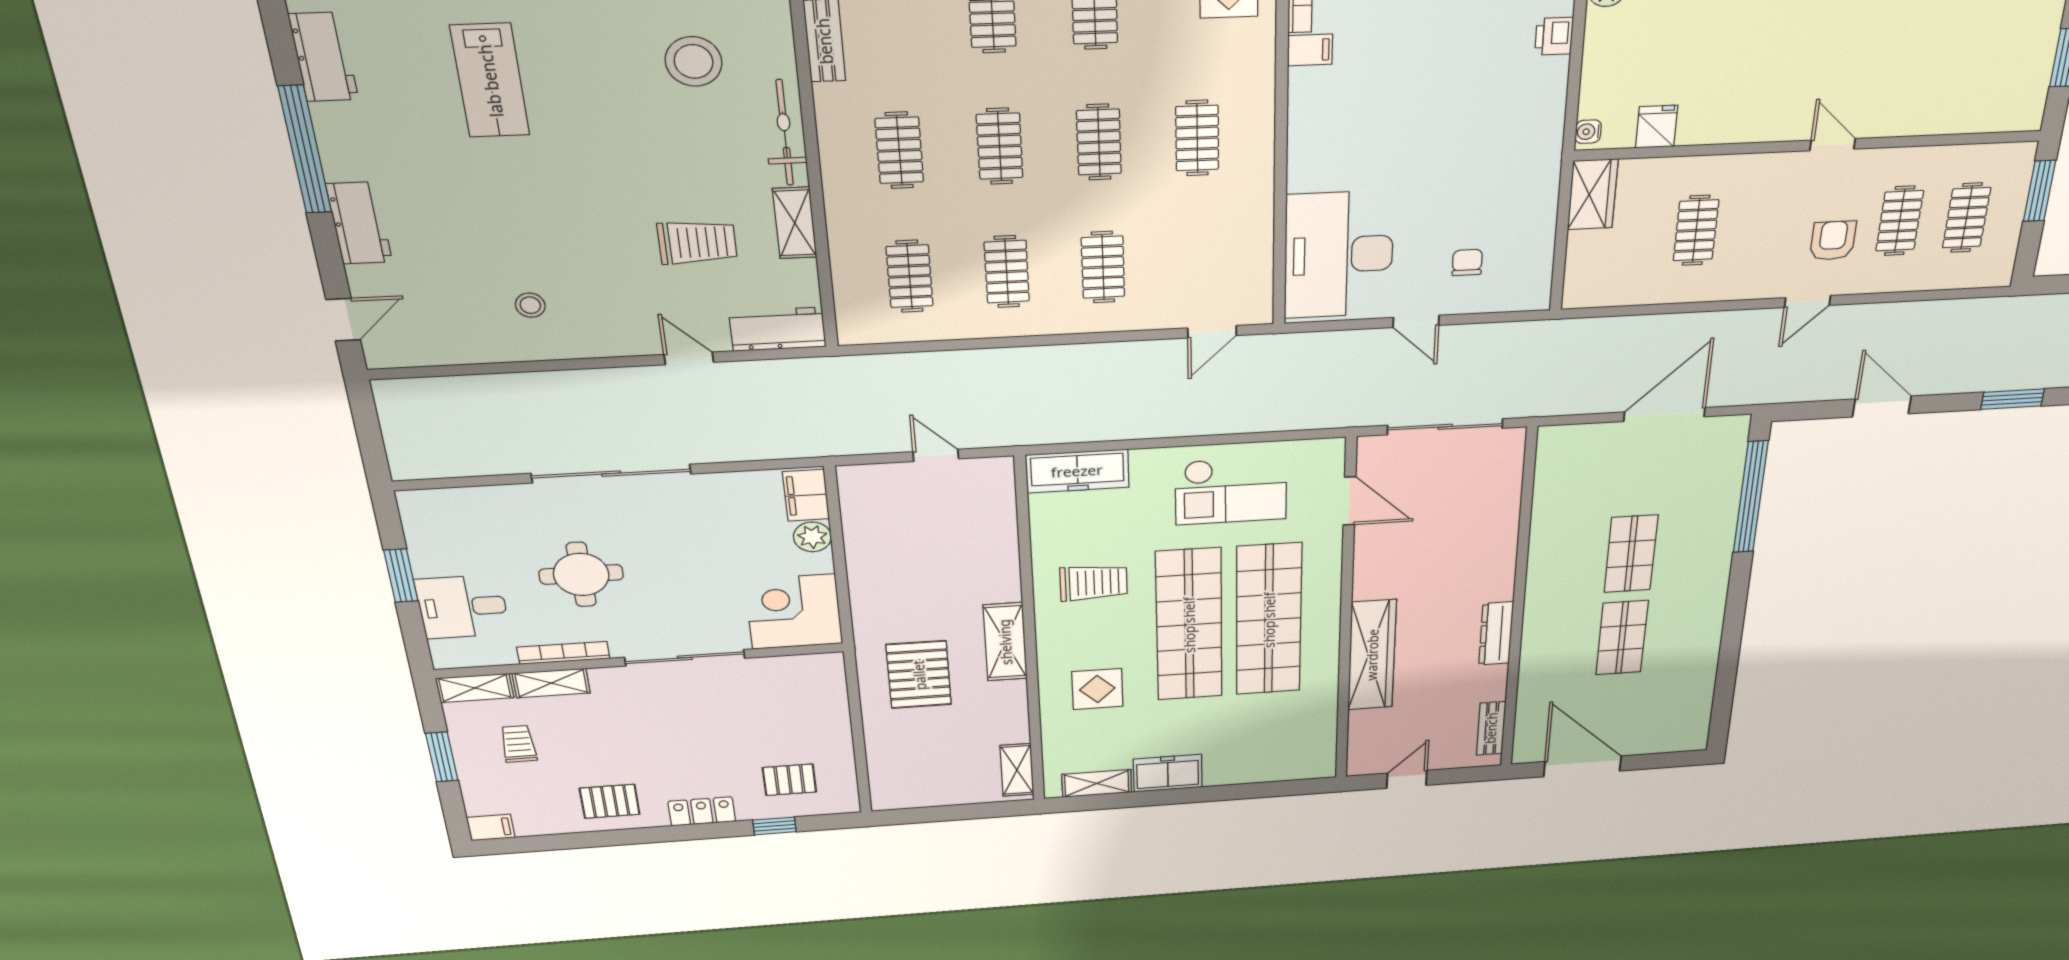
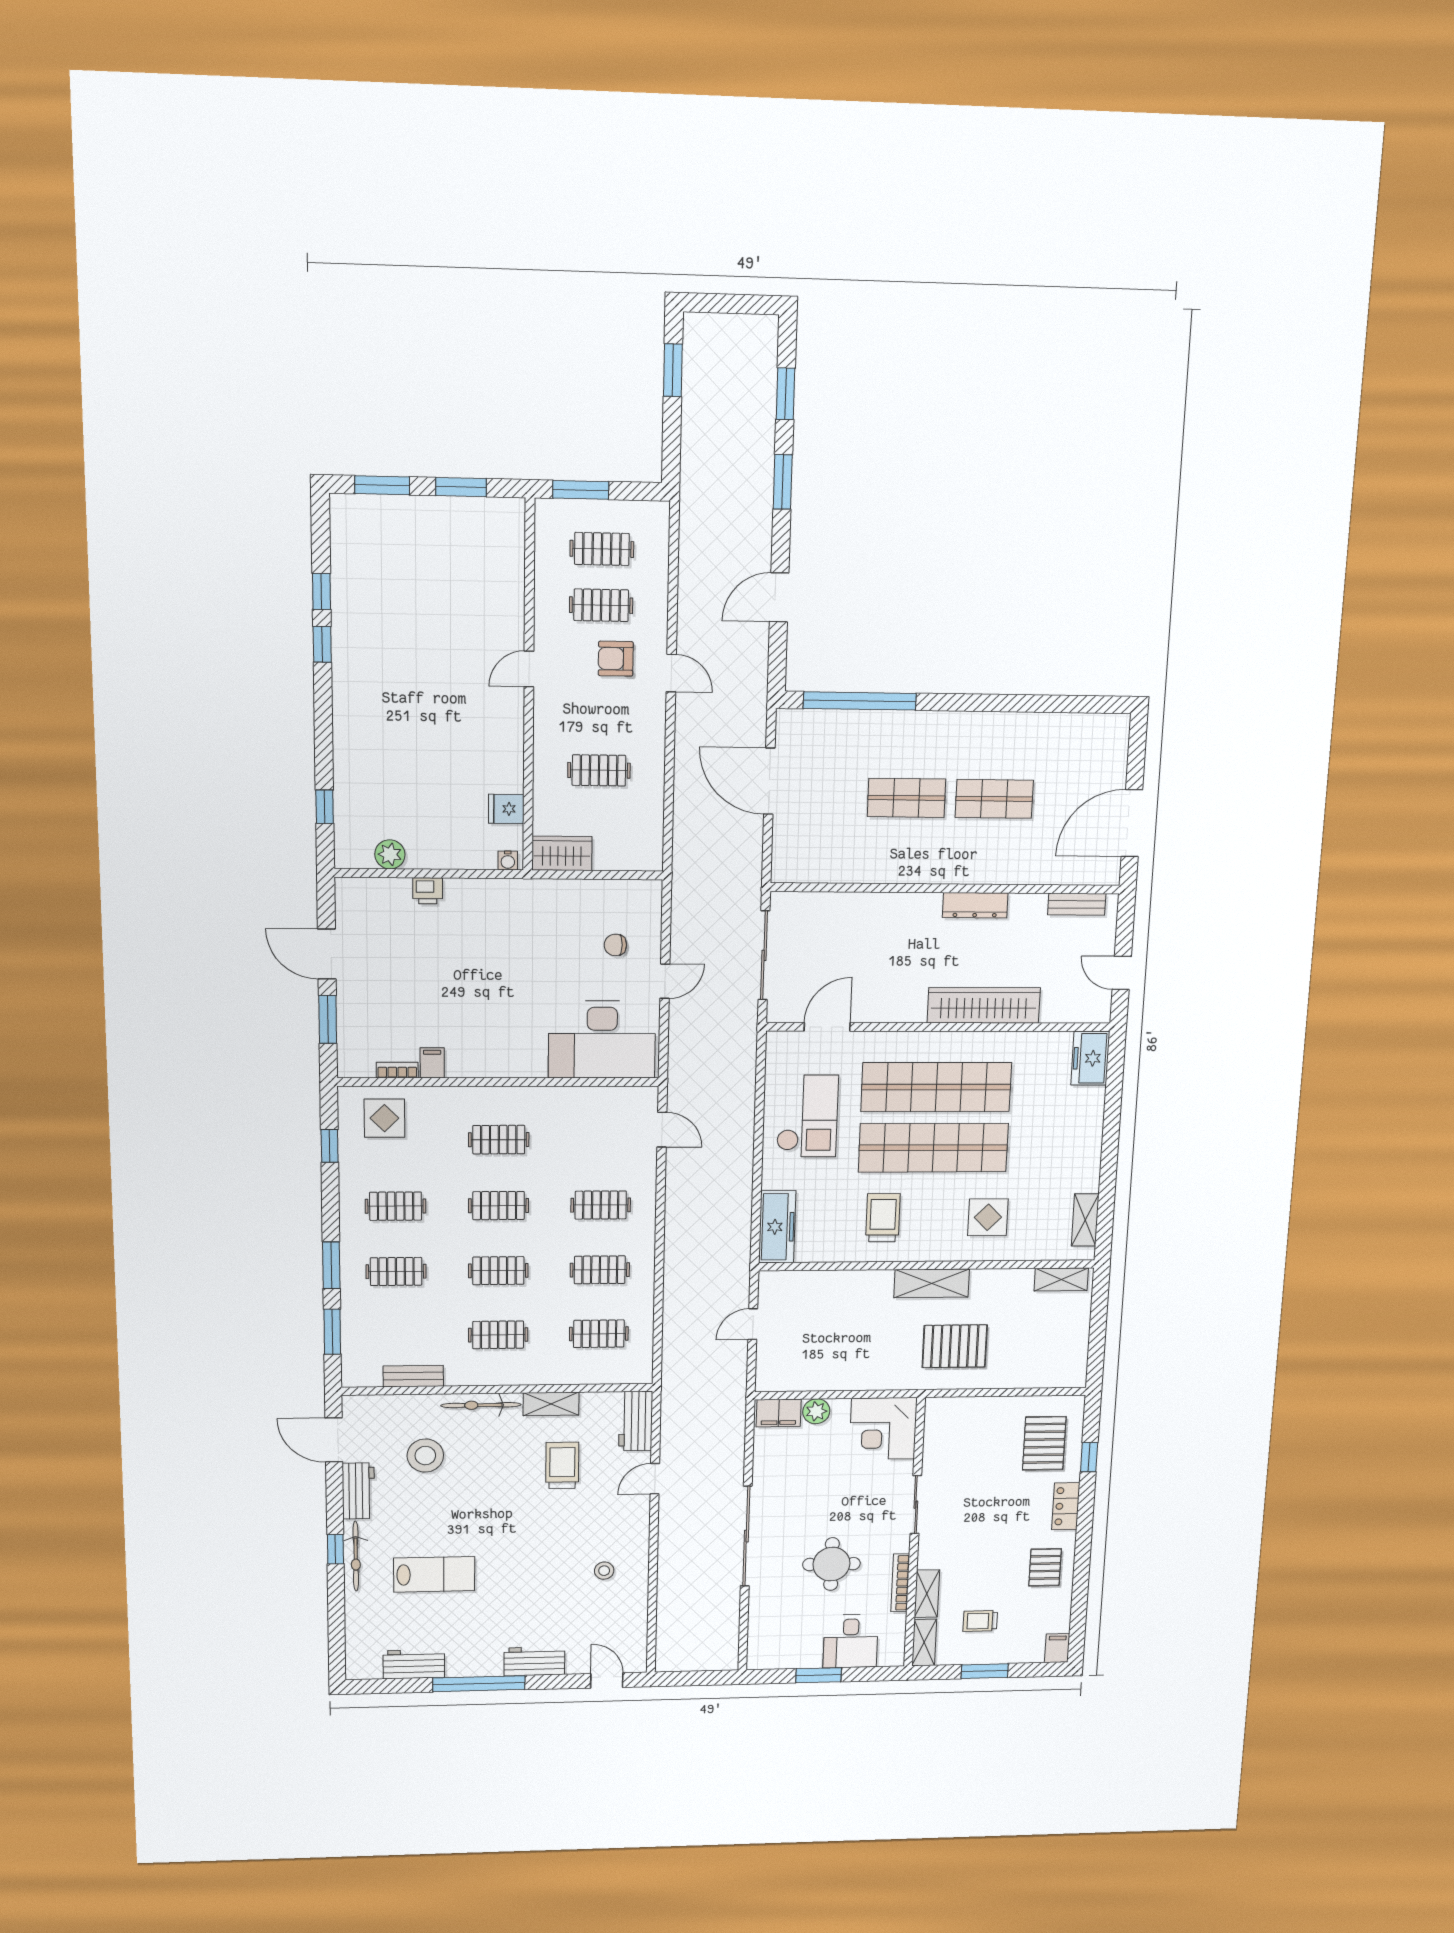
sliding door: (685, 658) -> (916, 1505), width x0.73
freezer: (1168, 773) -> (1090, 1058), moved
pallet: (789, 780) -> (1044, 1443), width x1.50, depth x1.42

